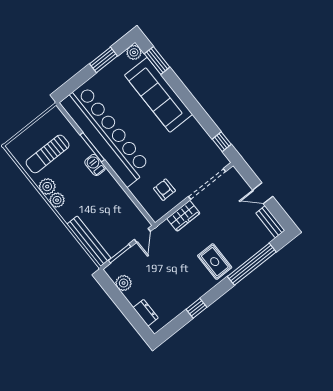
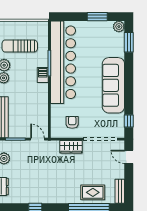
sofa: (159, 95) -> (113, 85), moved
door: (263, 193) -> (129, 157), moved
door: (142, 235) -> (38, 139), swing flipped
rug: (215, 262) -> (93, 192), moved, turned 90

